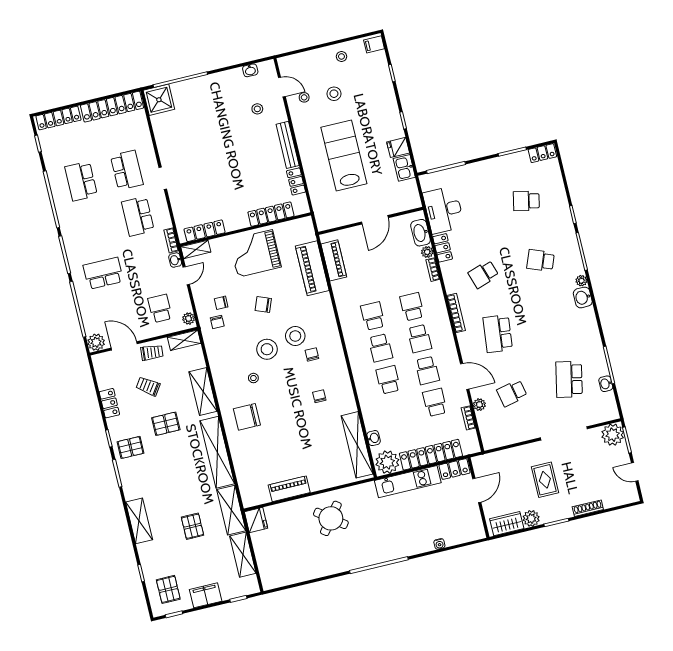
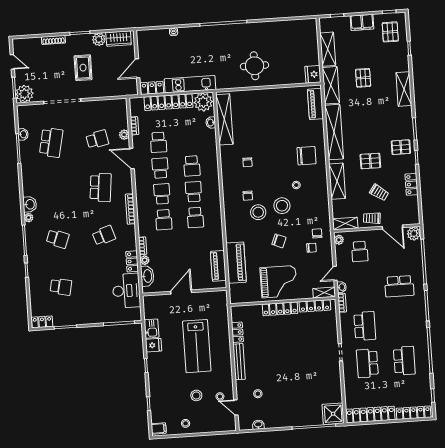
locker: (271, 214) -> (280, 309), moved
piano: (289, 489) -> (315, 104), moved, turned 90
round table: (331, 518) -> (255, 66), turned -37

